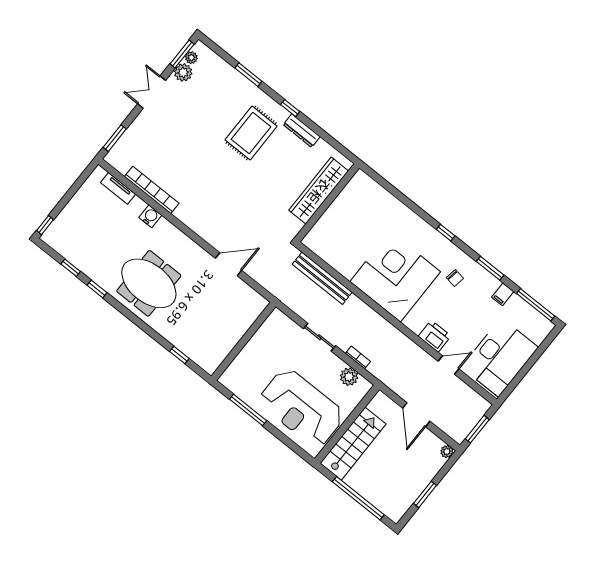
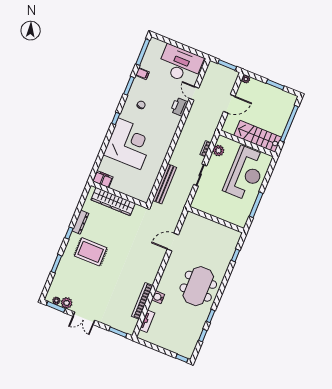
filing cabinet: (358, 185) -> (103, 179), added
door: (229, 264) -> (173, 242), hinge flipped
corner desk: (395, 277) -> (129, 144), moved, turned 180

